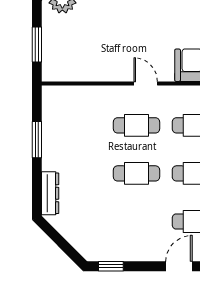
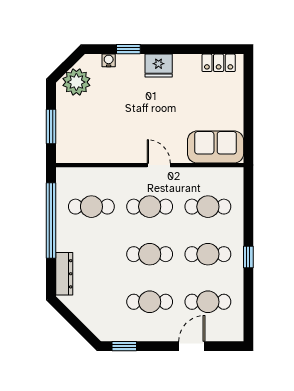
cafe table: (78, 125) -> (91, 207), added
window: (37, 140) -> (51, 221), width x2.11
cafe table: (137, 222) -> (150, 302), added

